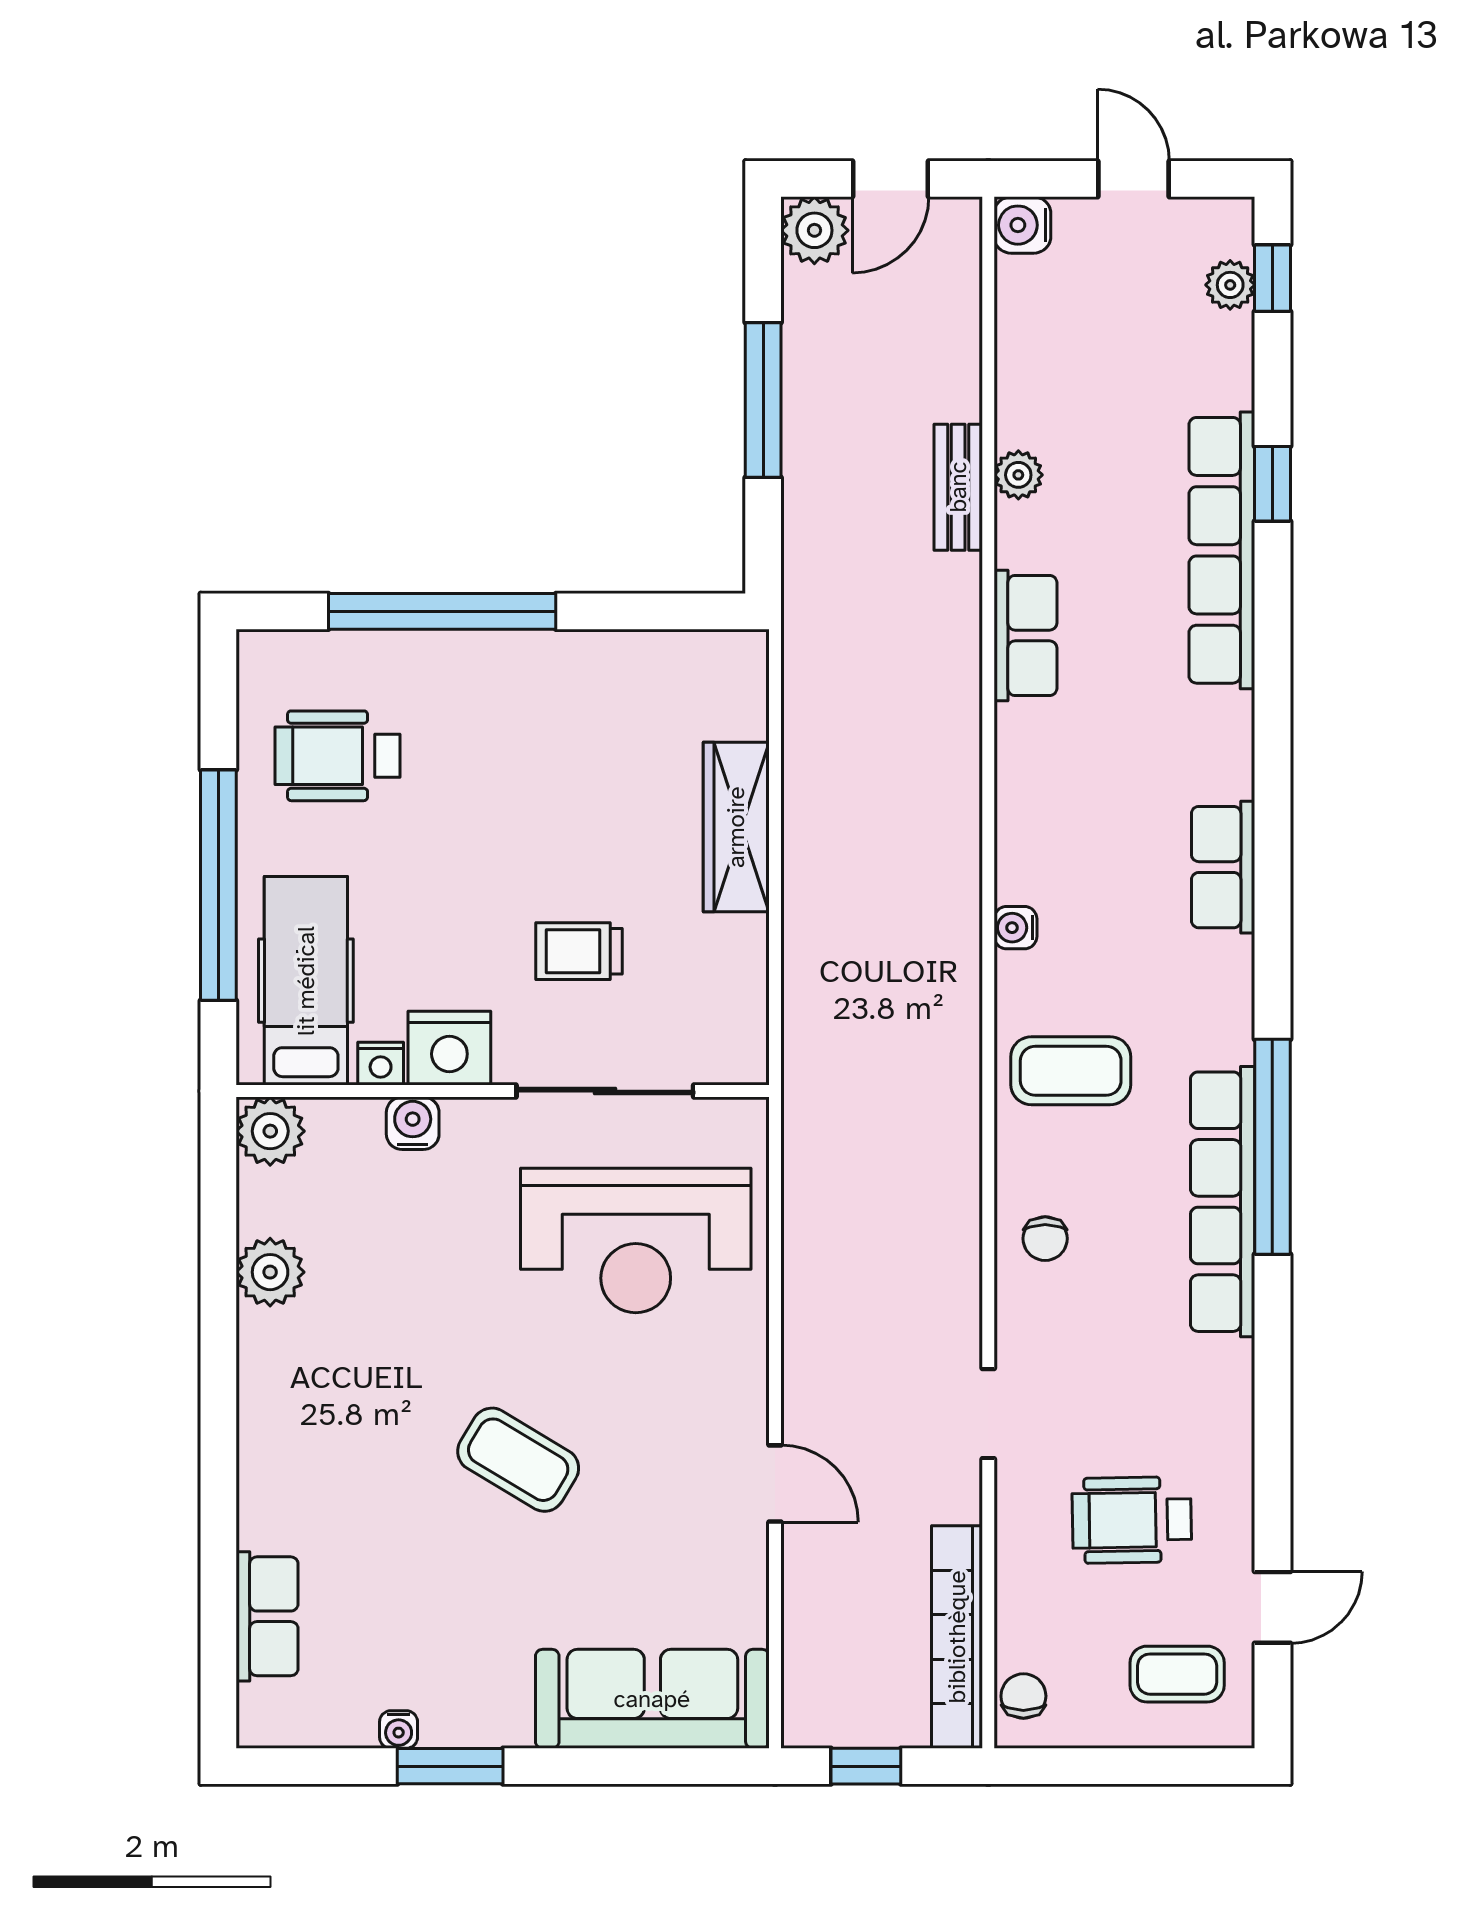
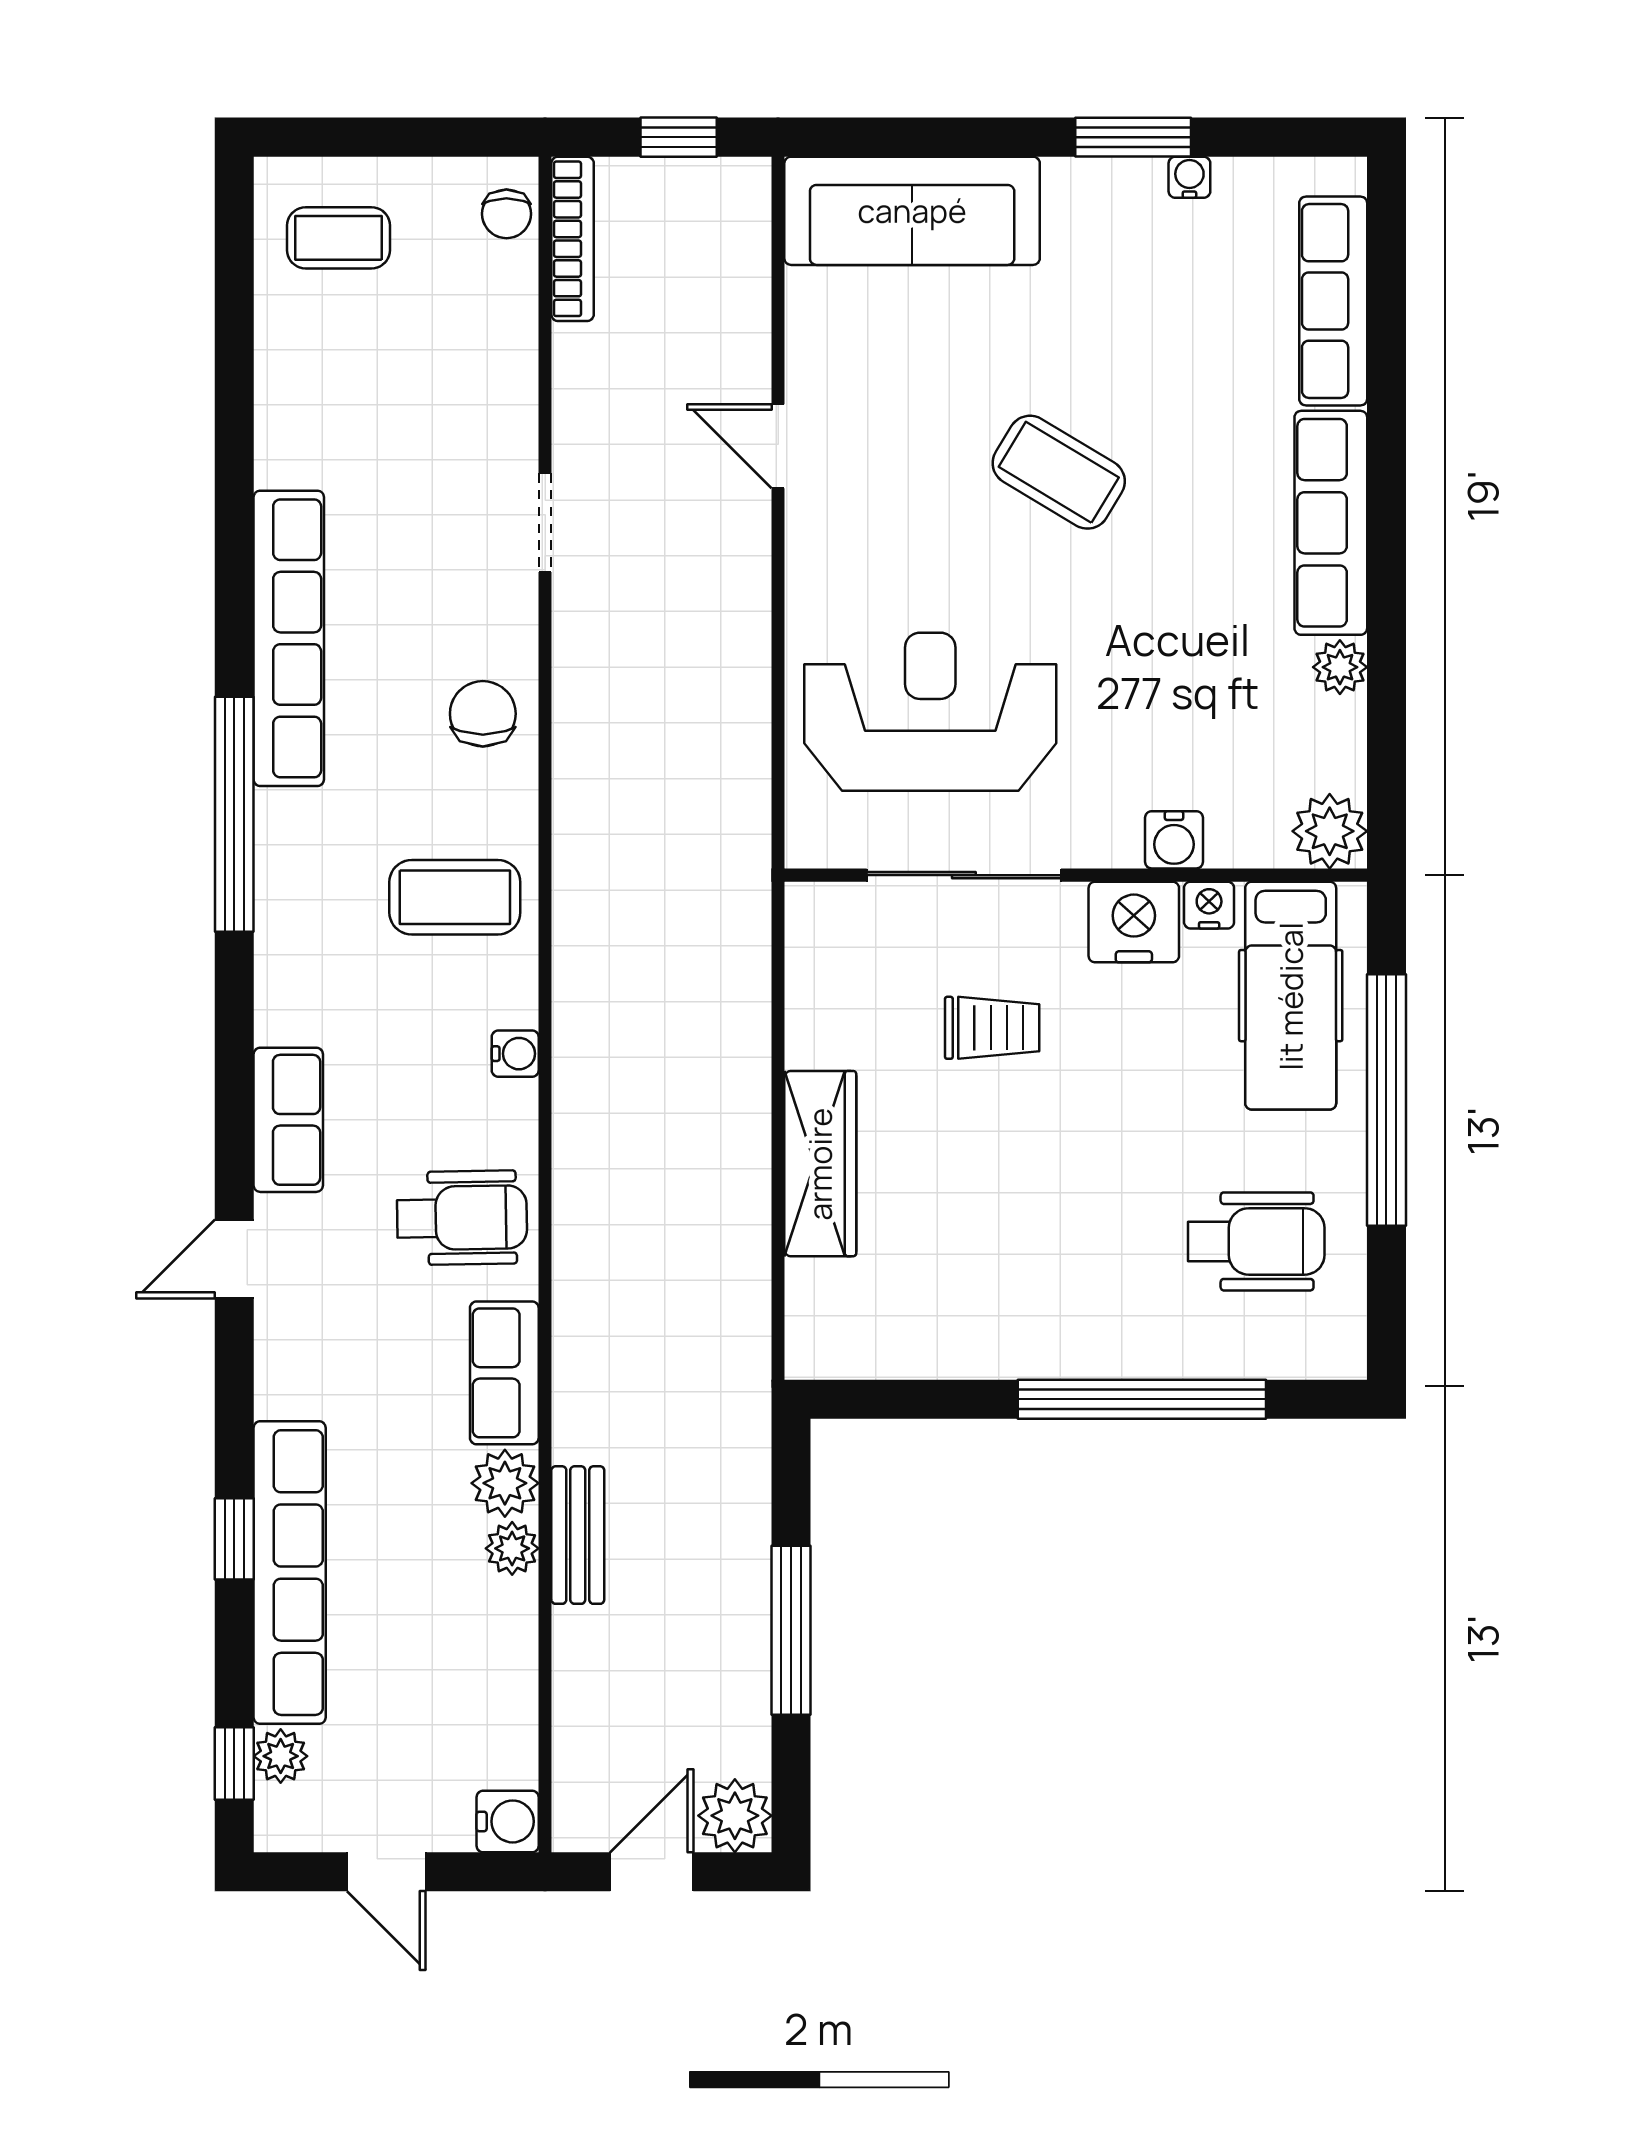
plant: (1025, 535) -> (505, 1483), added
row of seats: (1222, 550) -> (290, 1573), moved
row of seats: (1223, 1202) -> (289, 638), moved
chair: (1045, 1239) -> (483, 714), width x1.37, depth x1.37
plant: (270, 1272) -> (1340, 667), width x0.73, depth x0.73
row of seats: (269, 1413) -> (1331, 523), added
wheelchair: (1132, 1520) -> (462, 1218), moved
door: (1272, 1607) -> (234, 1259), moved
row of seats: (267, 1616) -> (1333, 301), width x1.48
bookcase: (957, 1637) -> (573, 239), width x0.68, depth x0.76

